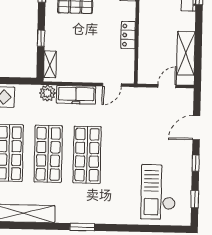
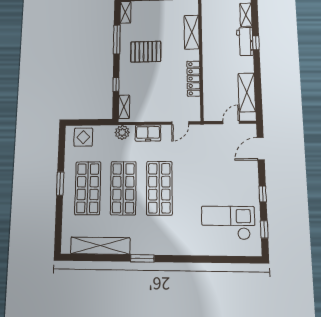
locker: (128, 35) -> (193, 79), width x1.53
freezer: (76, 95) -> (148, 133), width x0.71
door: (196, 128) -> (261, 149), moved
checkout: (158, 192) -> (228, 223), turned 90
window: (82, 227) -> (142, 258), moved

